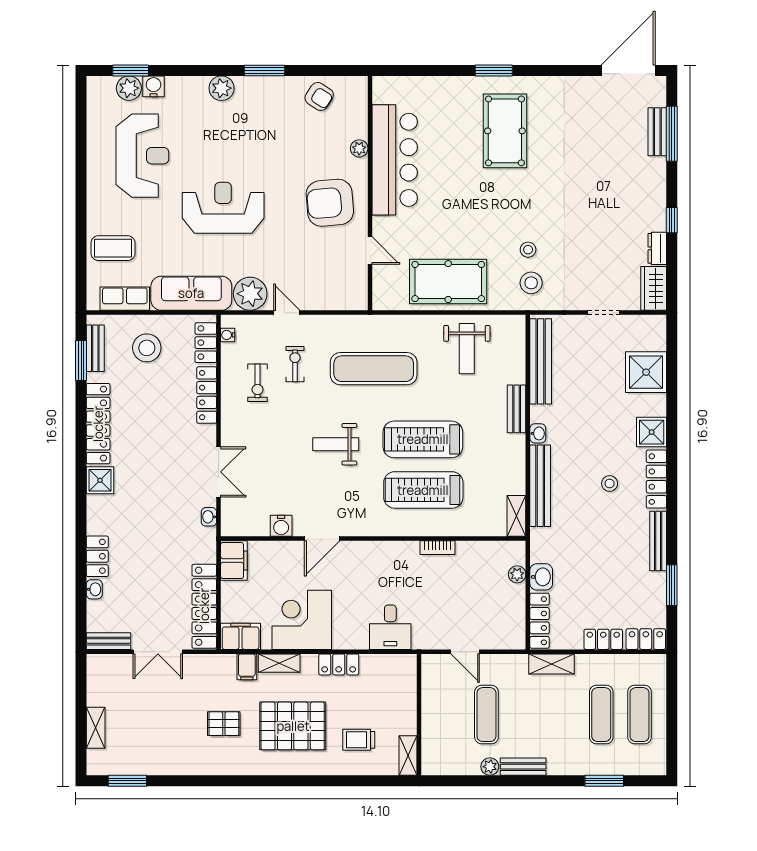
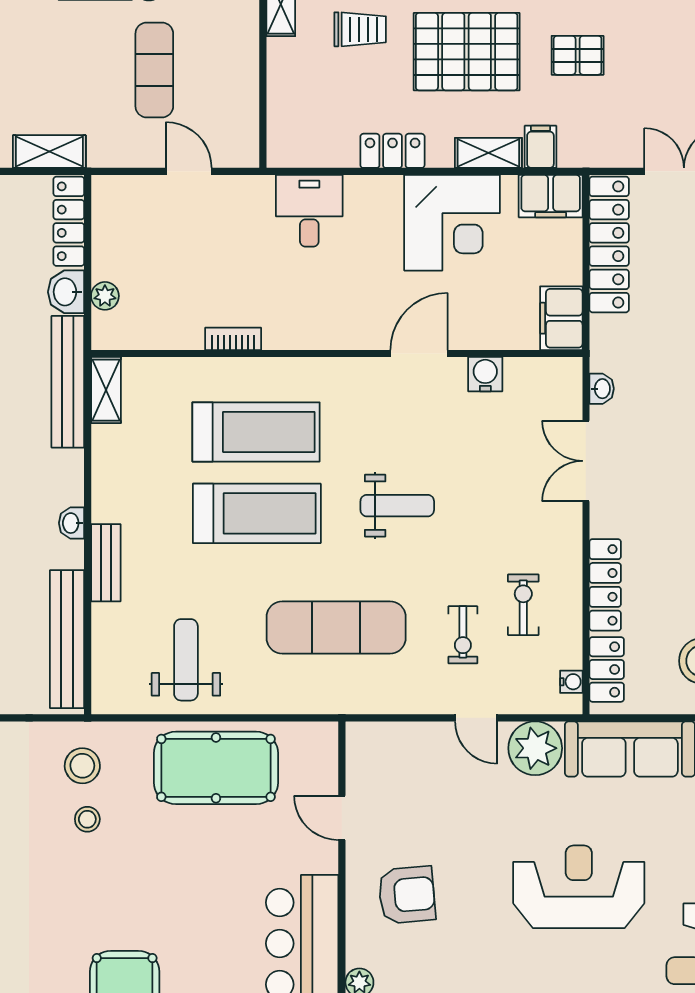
armchair: (330, 203) -> (407, 895), width x0.73, depth x0.73
reception desk: (223, 208) -> (579, 887), turned 180
bench: (540, 486) -> (68, 382), moved

